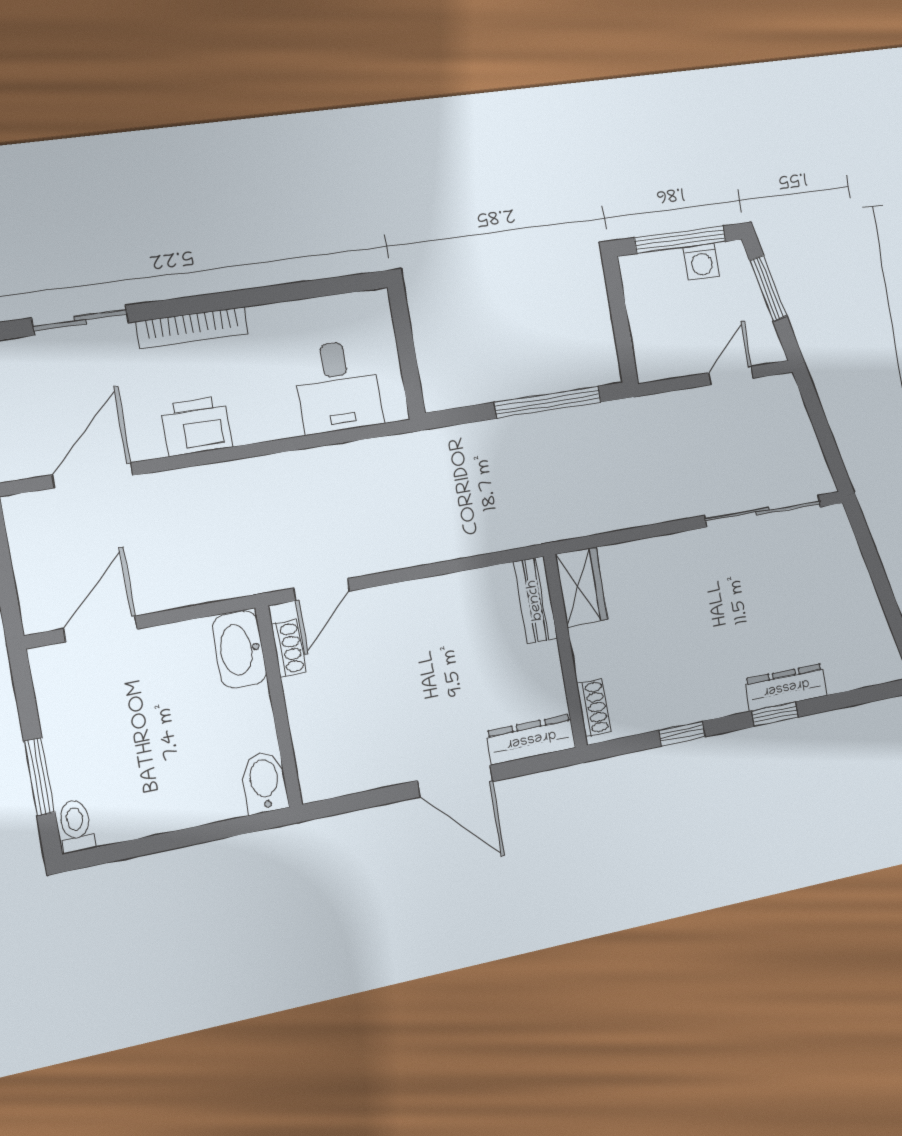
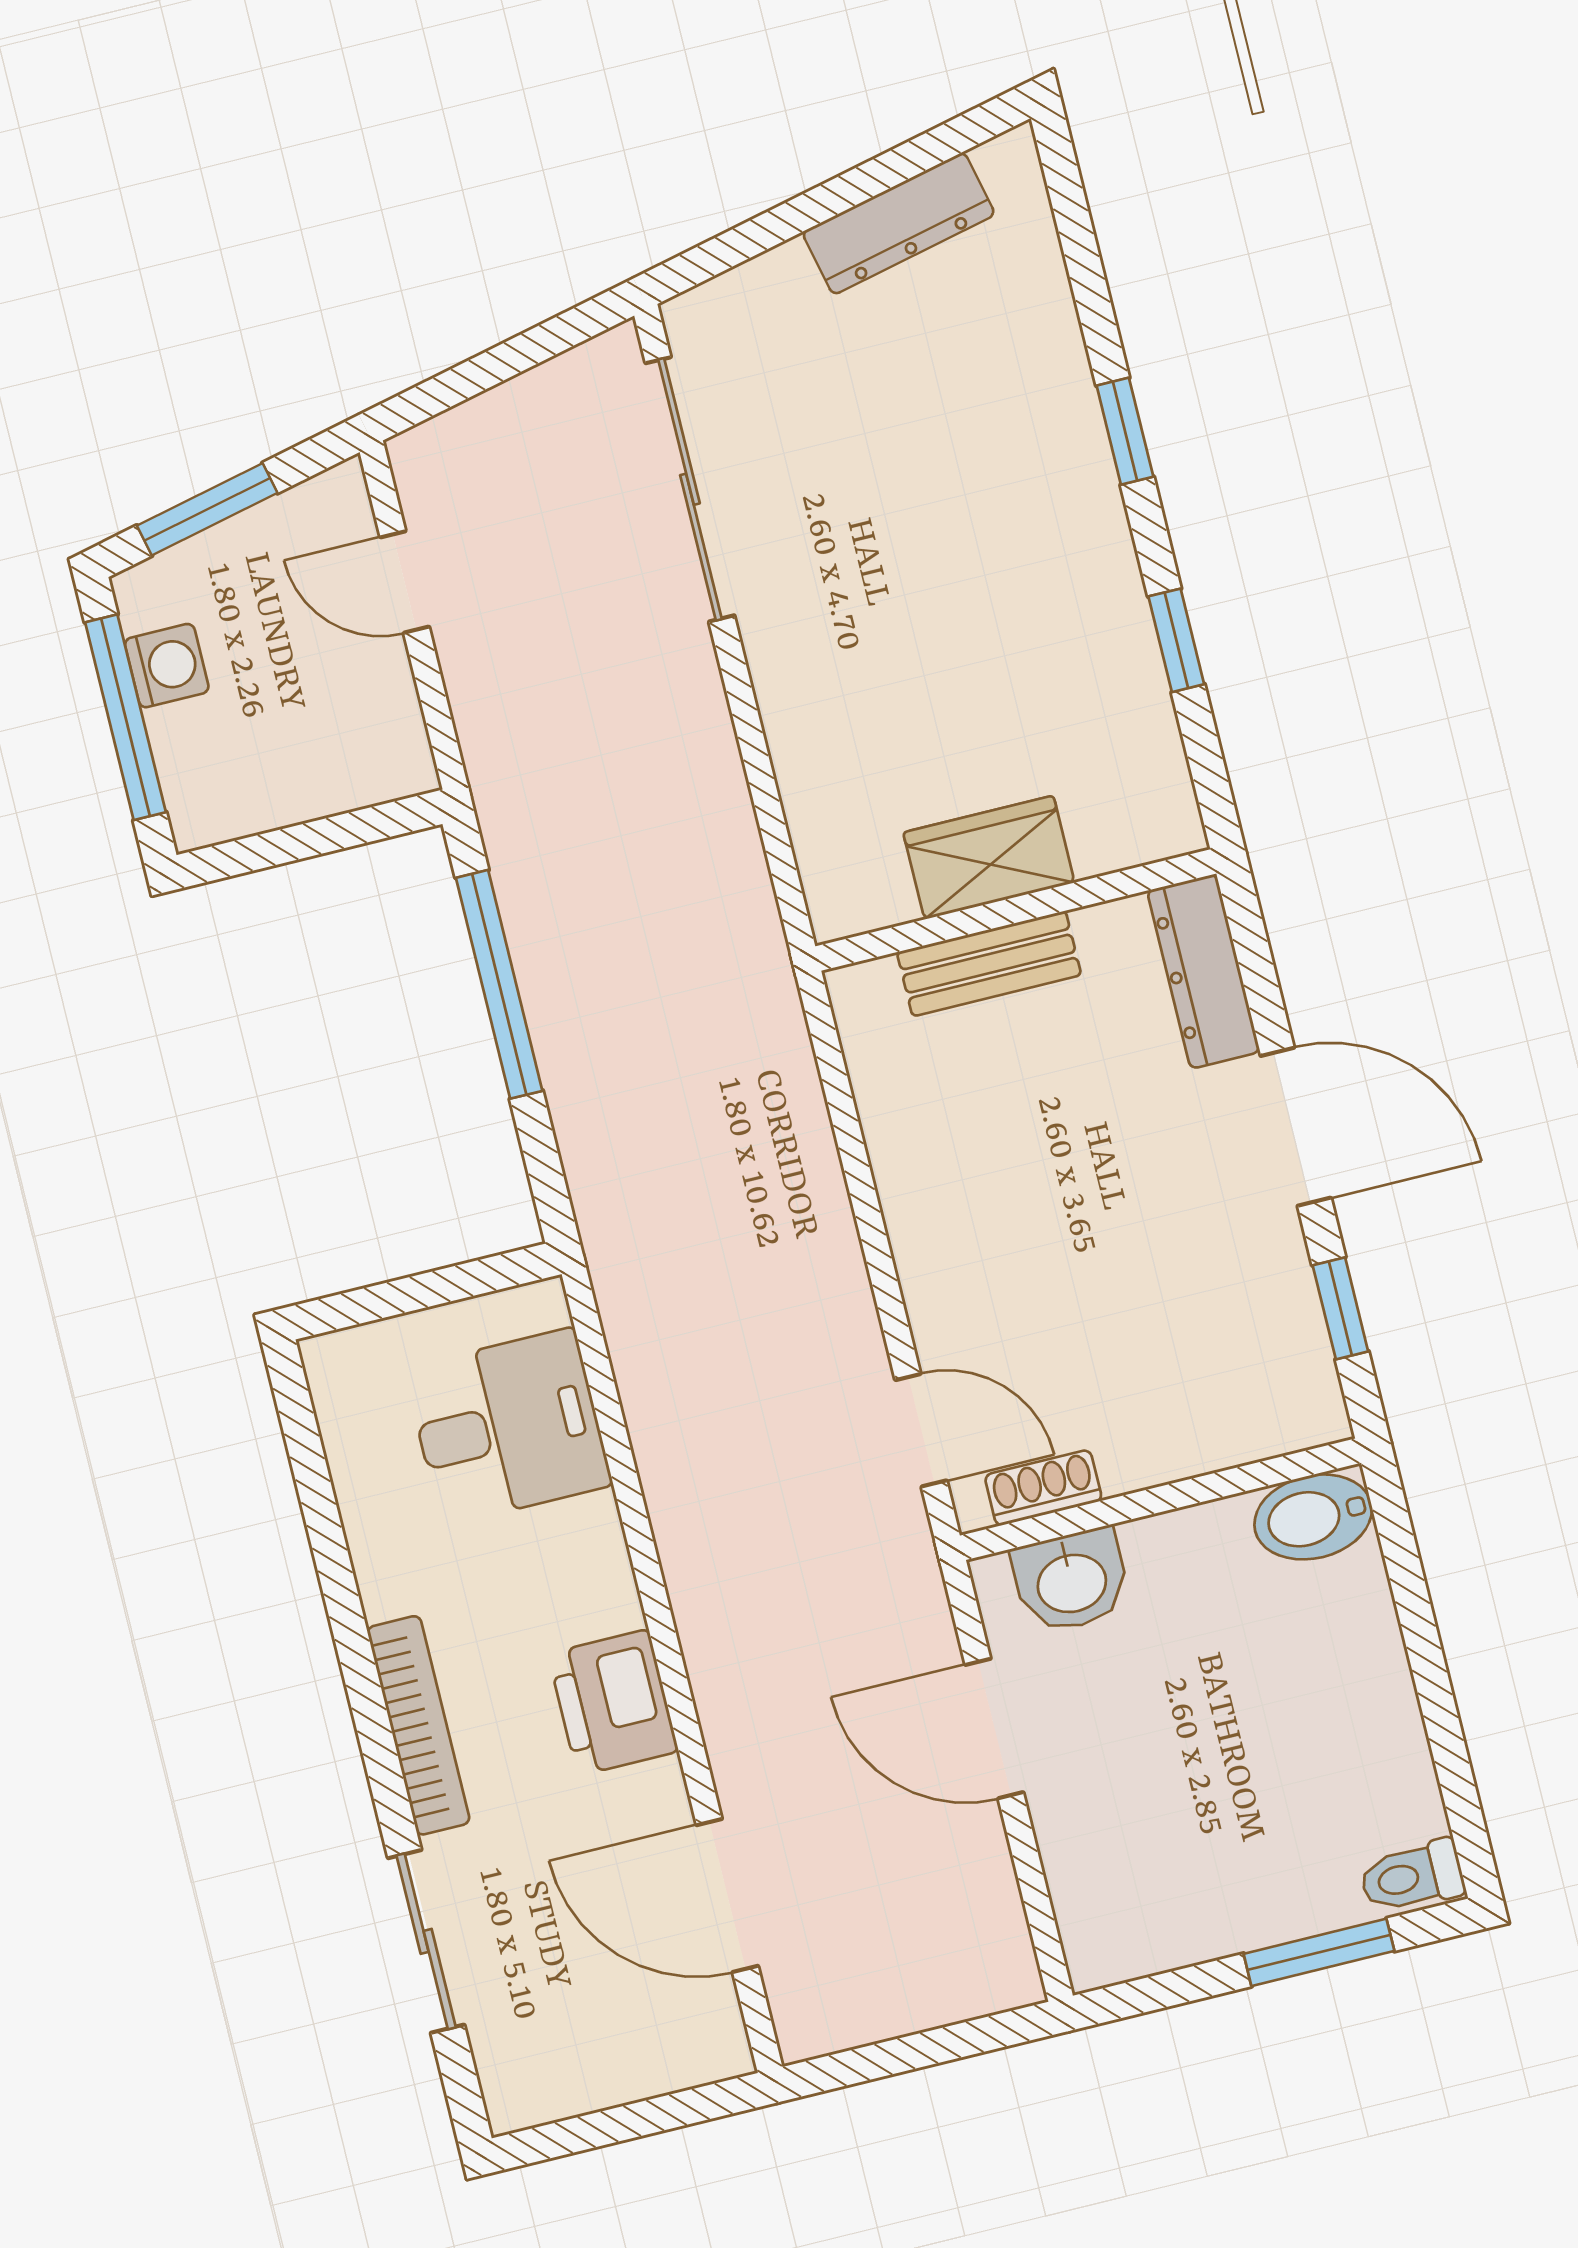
wardrobe: (581, 587) -> (989, 857), moved
bench: (535, 600) -> (989, 964), moved
door: (101, 629) -> (994, 1729), moved
washbasin: (239, 650) -> (1071, 1581), width x0.72
dresser: (786, 687) -> (899, 223), moved, turned -103
shoe rack: (594, 708) -> (1131, 840), removed
door: (455, 781) -> (1296, 1127), hinge flipped
window: (366, 800) -> (1340, 1308), added

